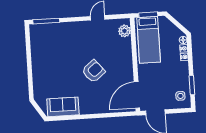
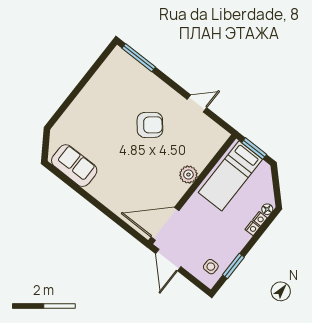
plant: (124, 31) -> (188, 175), moved
armchair: (93, 71) -> (150, 125), moved

